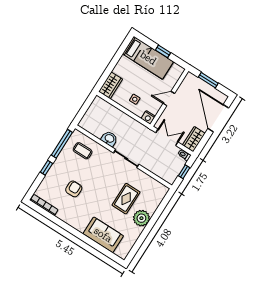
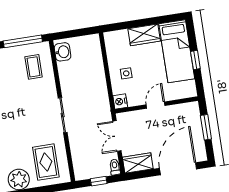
wardrobe: (111, 85) -> (144, 35), moved
door: (169, 98) -> (156, 105), hinge flipped
double door: (167, 137) -> (117, 136), swing flipped
washbasin: (109, 139) -> (63, 52), moved
rug: (126, 199) -> (46, 162), moved, turned 90

